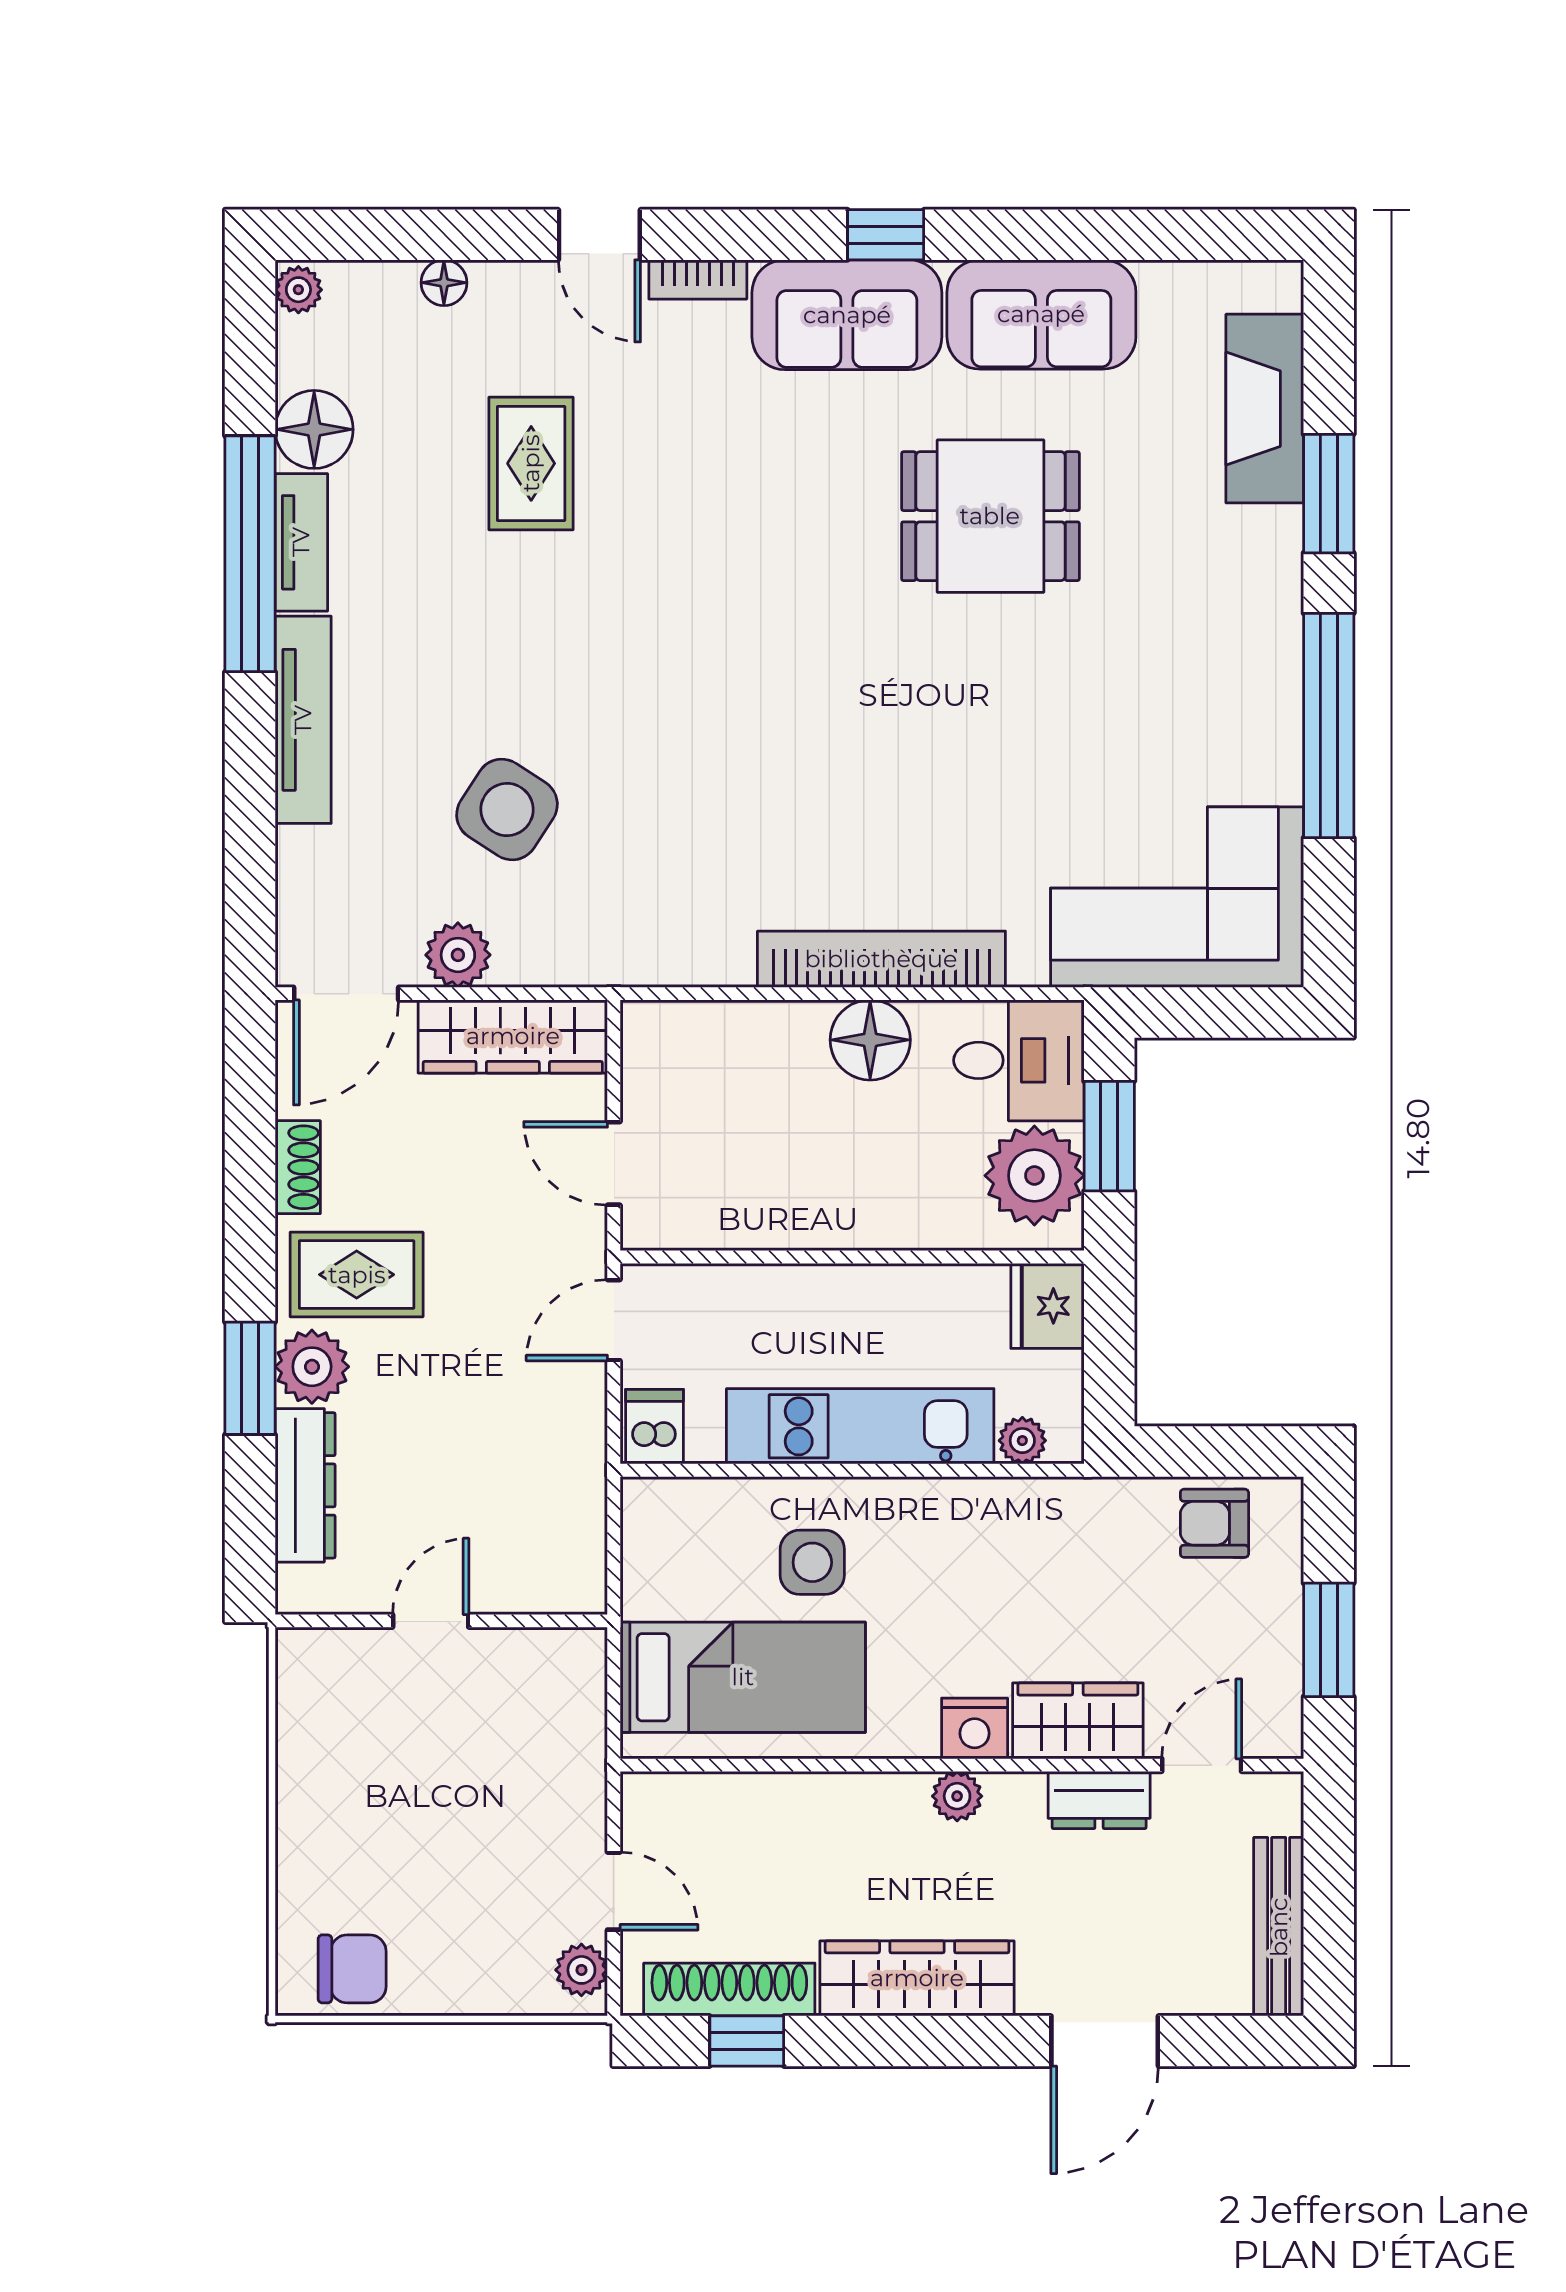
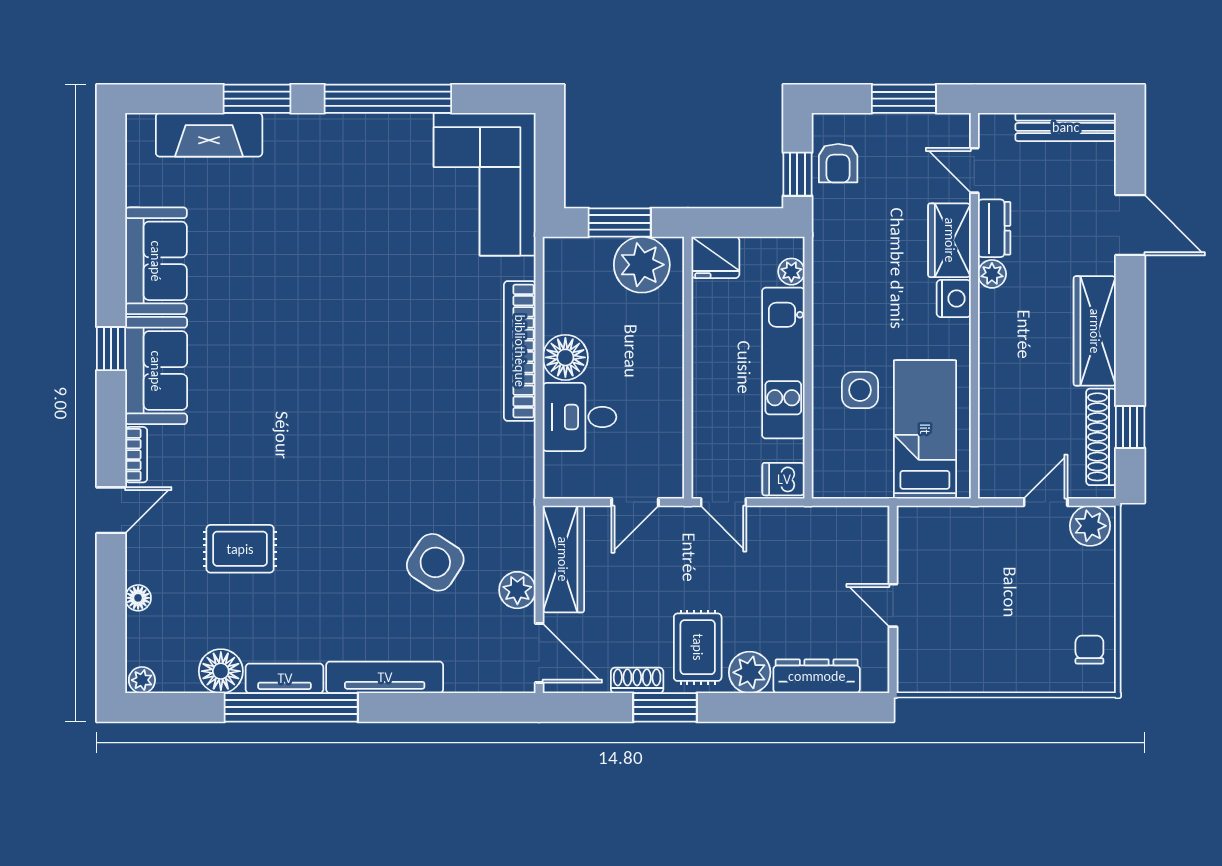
dining table: (990, 516) -> (270, 290), removed
desk: (1019, 1060) -> (579, 417), moved, turned -90
window: (250, 1378) -> (665, 707), moved
window: (1195, 1451) -> (797, 174), added
plant: (957, 1796) -> (992, 274), moved
chair: (352, 1969) -> (1089, 650), width x0.73, depth x0.73
plant: (581, 1970) -> (1090, 526), width x1.38, depth x1.38

